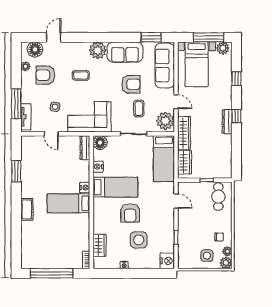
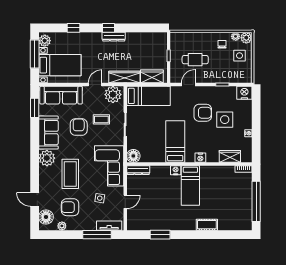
armchair: (45, 75) -> (70, 207), turned 90
coffee table: (81, 75) -> (70, 174), width x1.86, depth x1.72
nightstand: (98, 167) -> (200, 158), moved
cafe table: (218, 197) -> (195, 60), moved
cot: (27, 209) -> (207, 225), moved
armchair: (130, 213) -> (203, 113), moved

